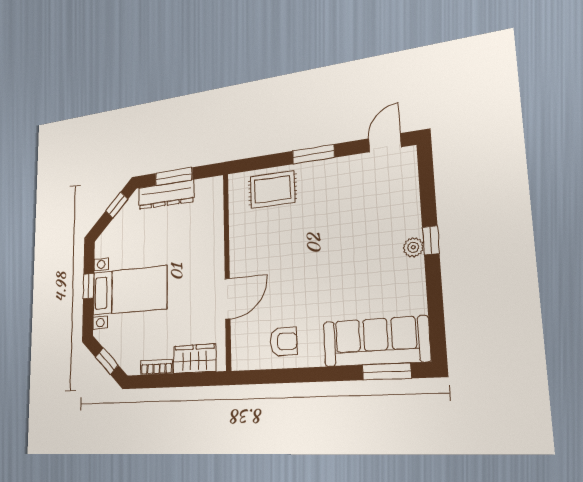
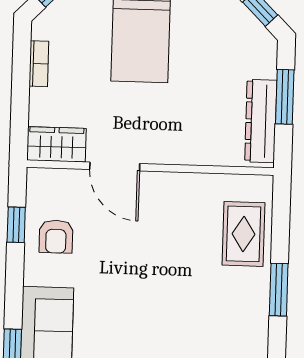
dresser: (166, 195) -> (261, 121), moved
wardrobe: (195, 359) -> (56, 144), moved, turned -90
window: (276, 376) -> (16, 225), added

